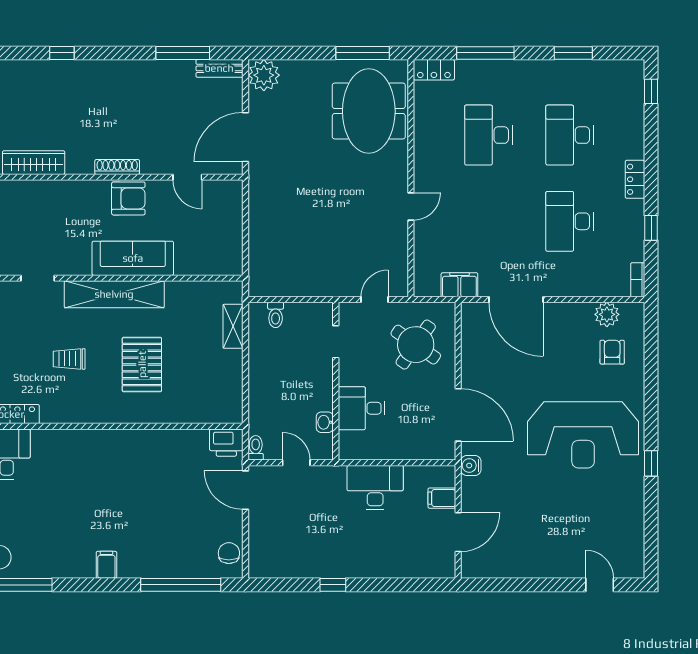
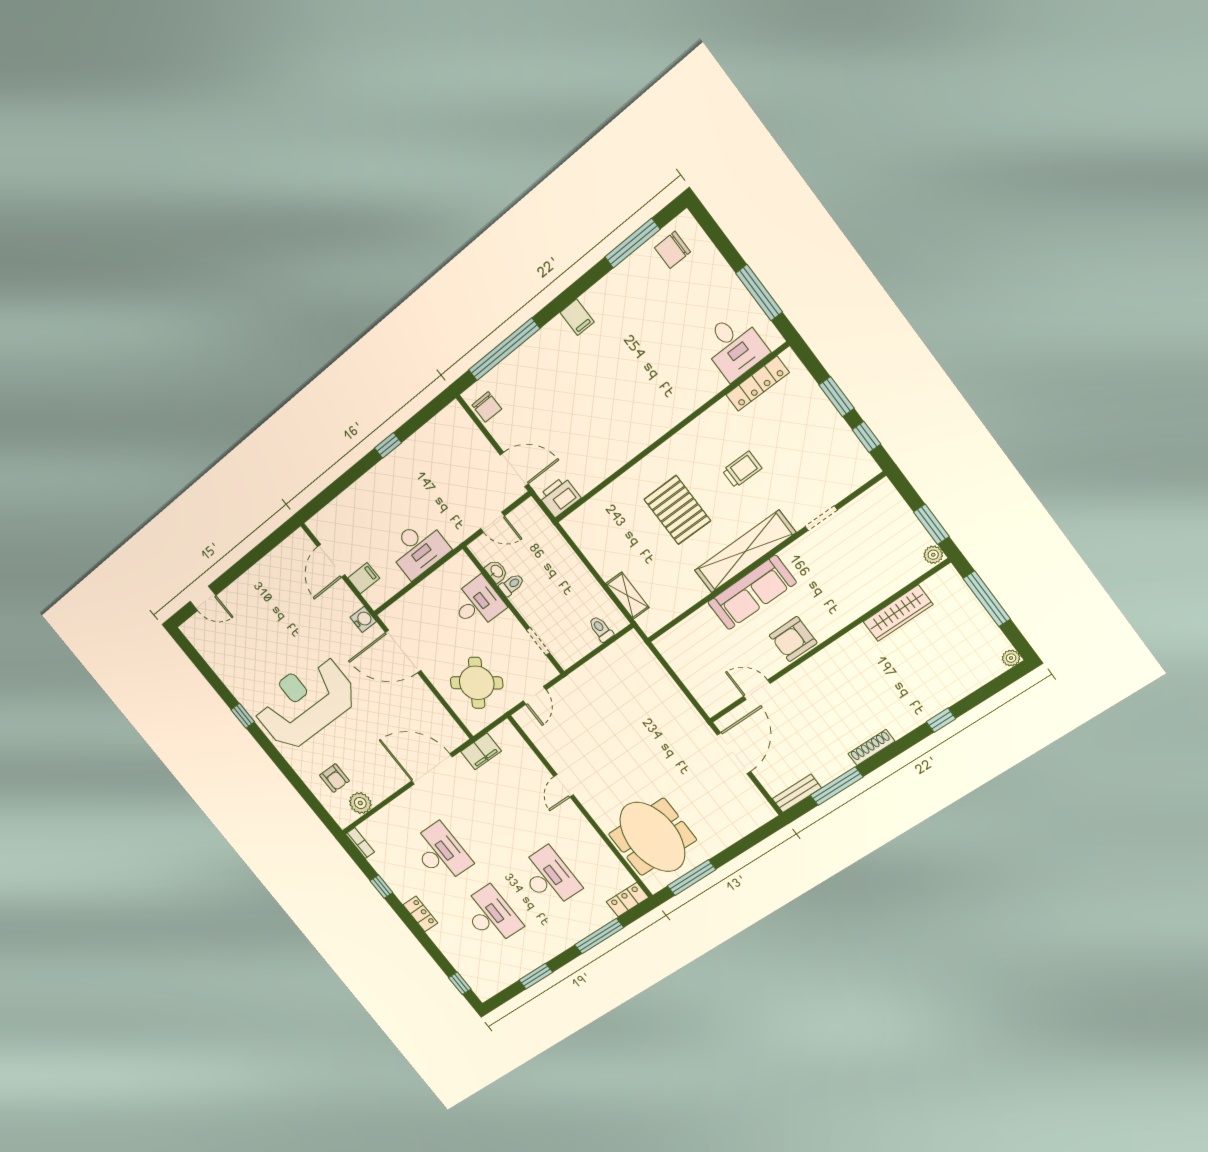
plant: (264, 75) -> (756, 811), removed
shoe rack: (117, 167) -> (871, 747), moved, turned 180
toilet: (256, 448) -> (512, 585), moved, turned -90

